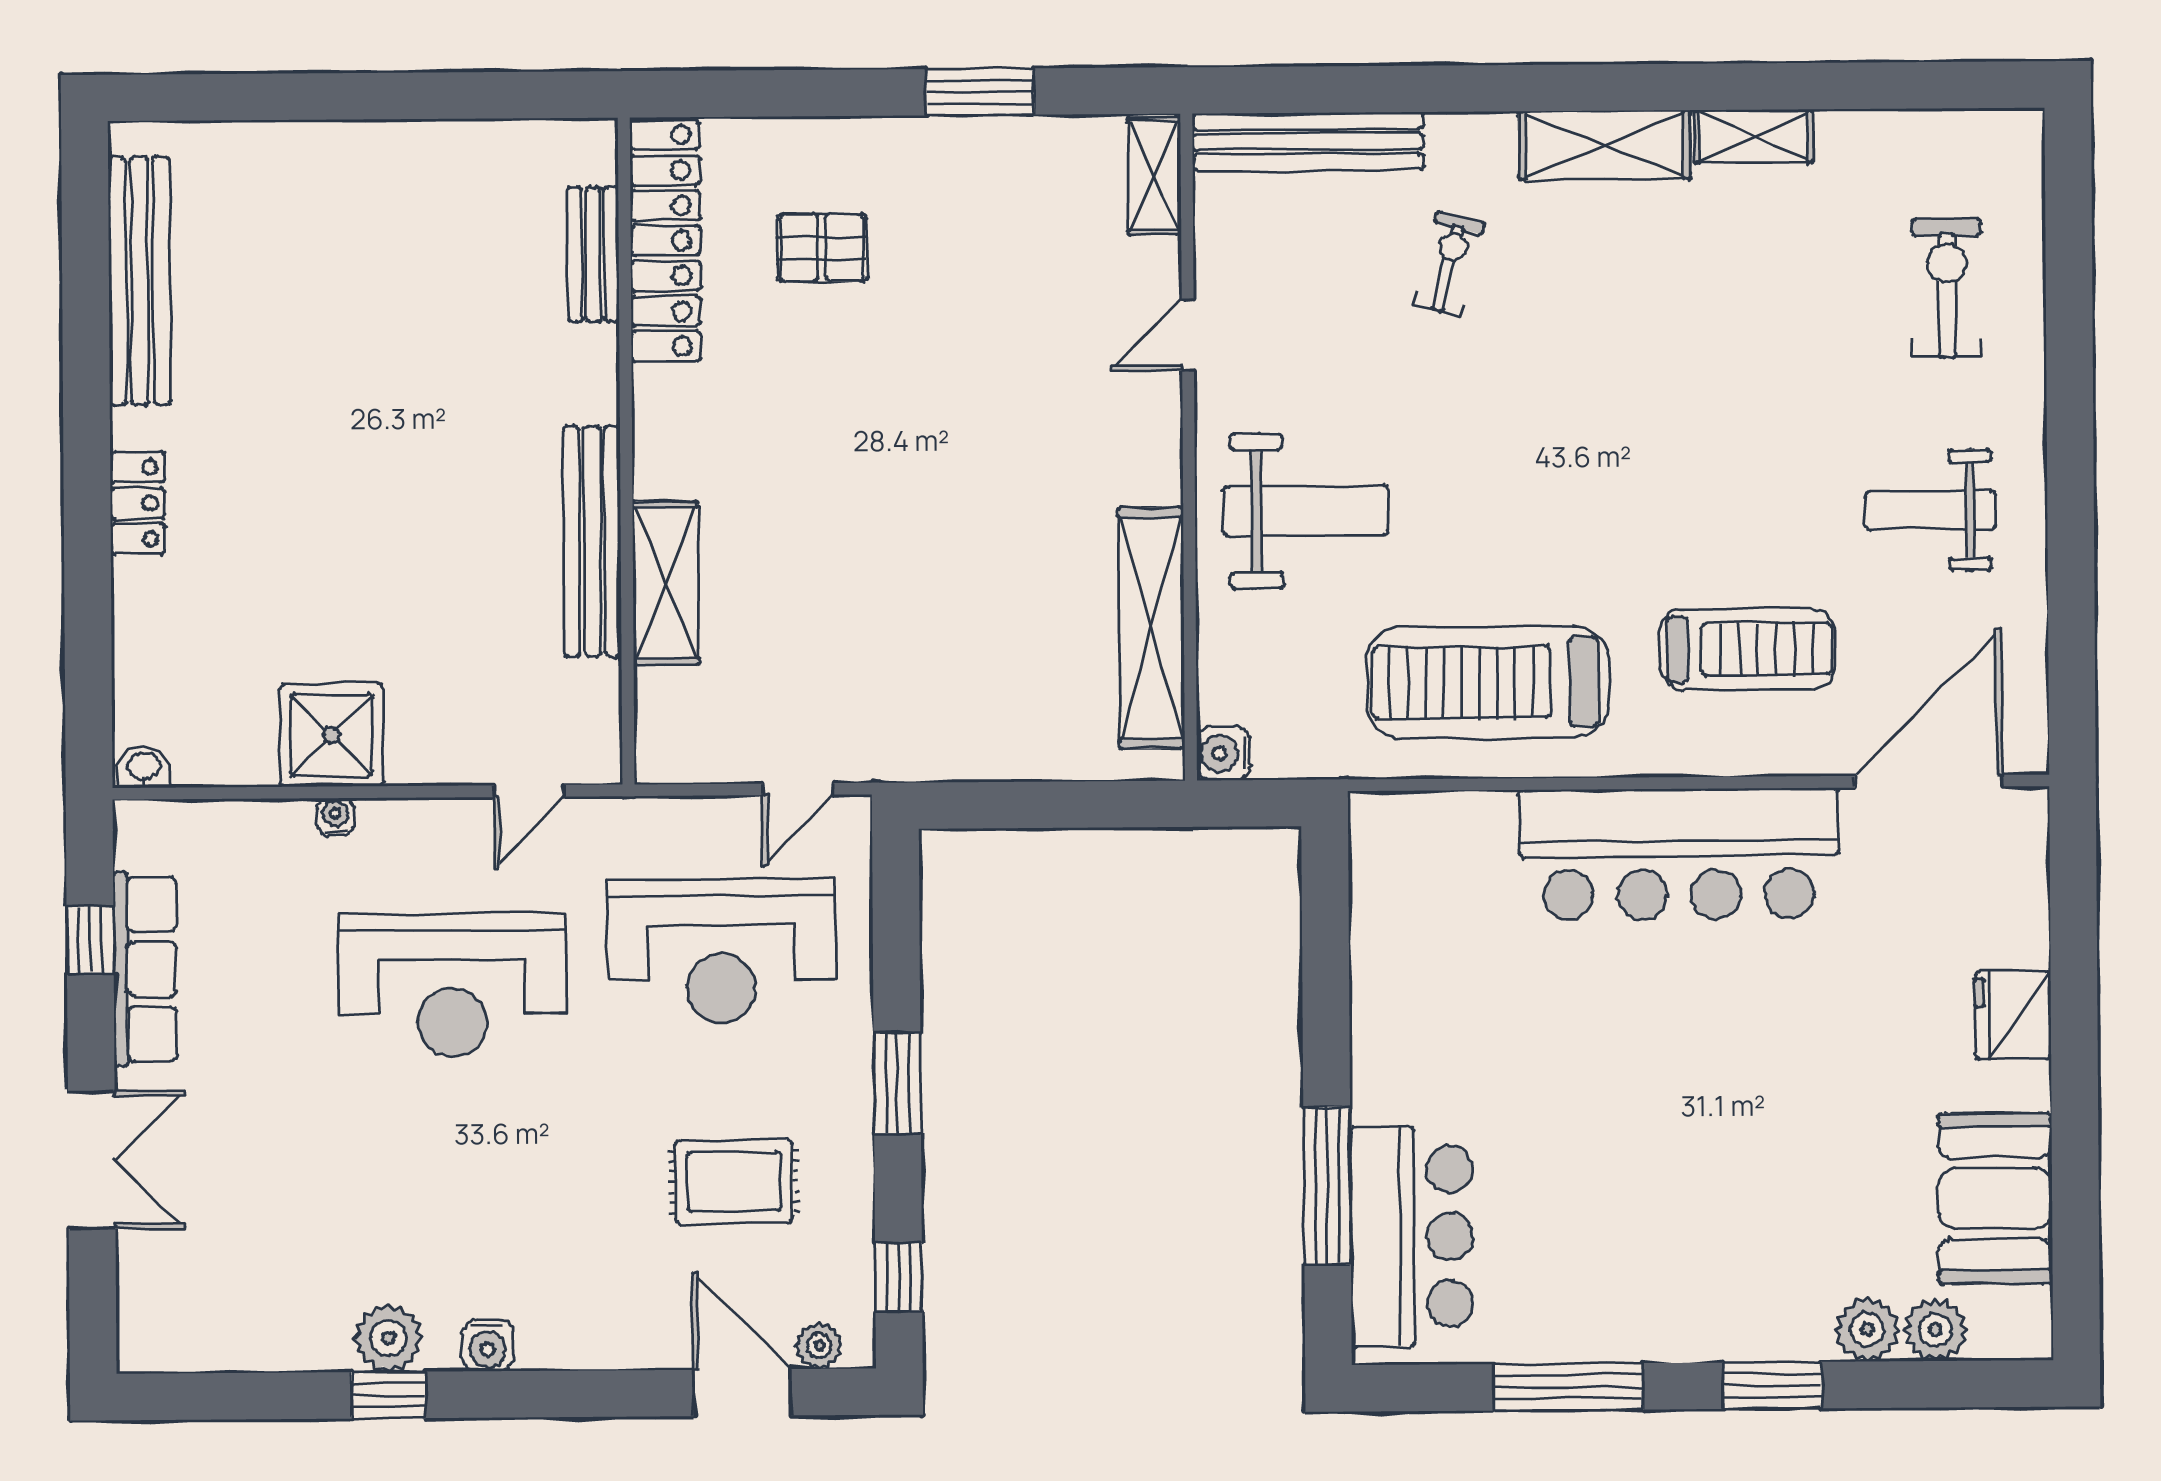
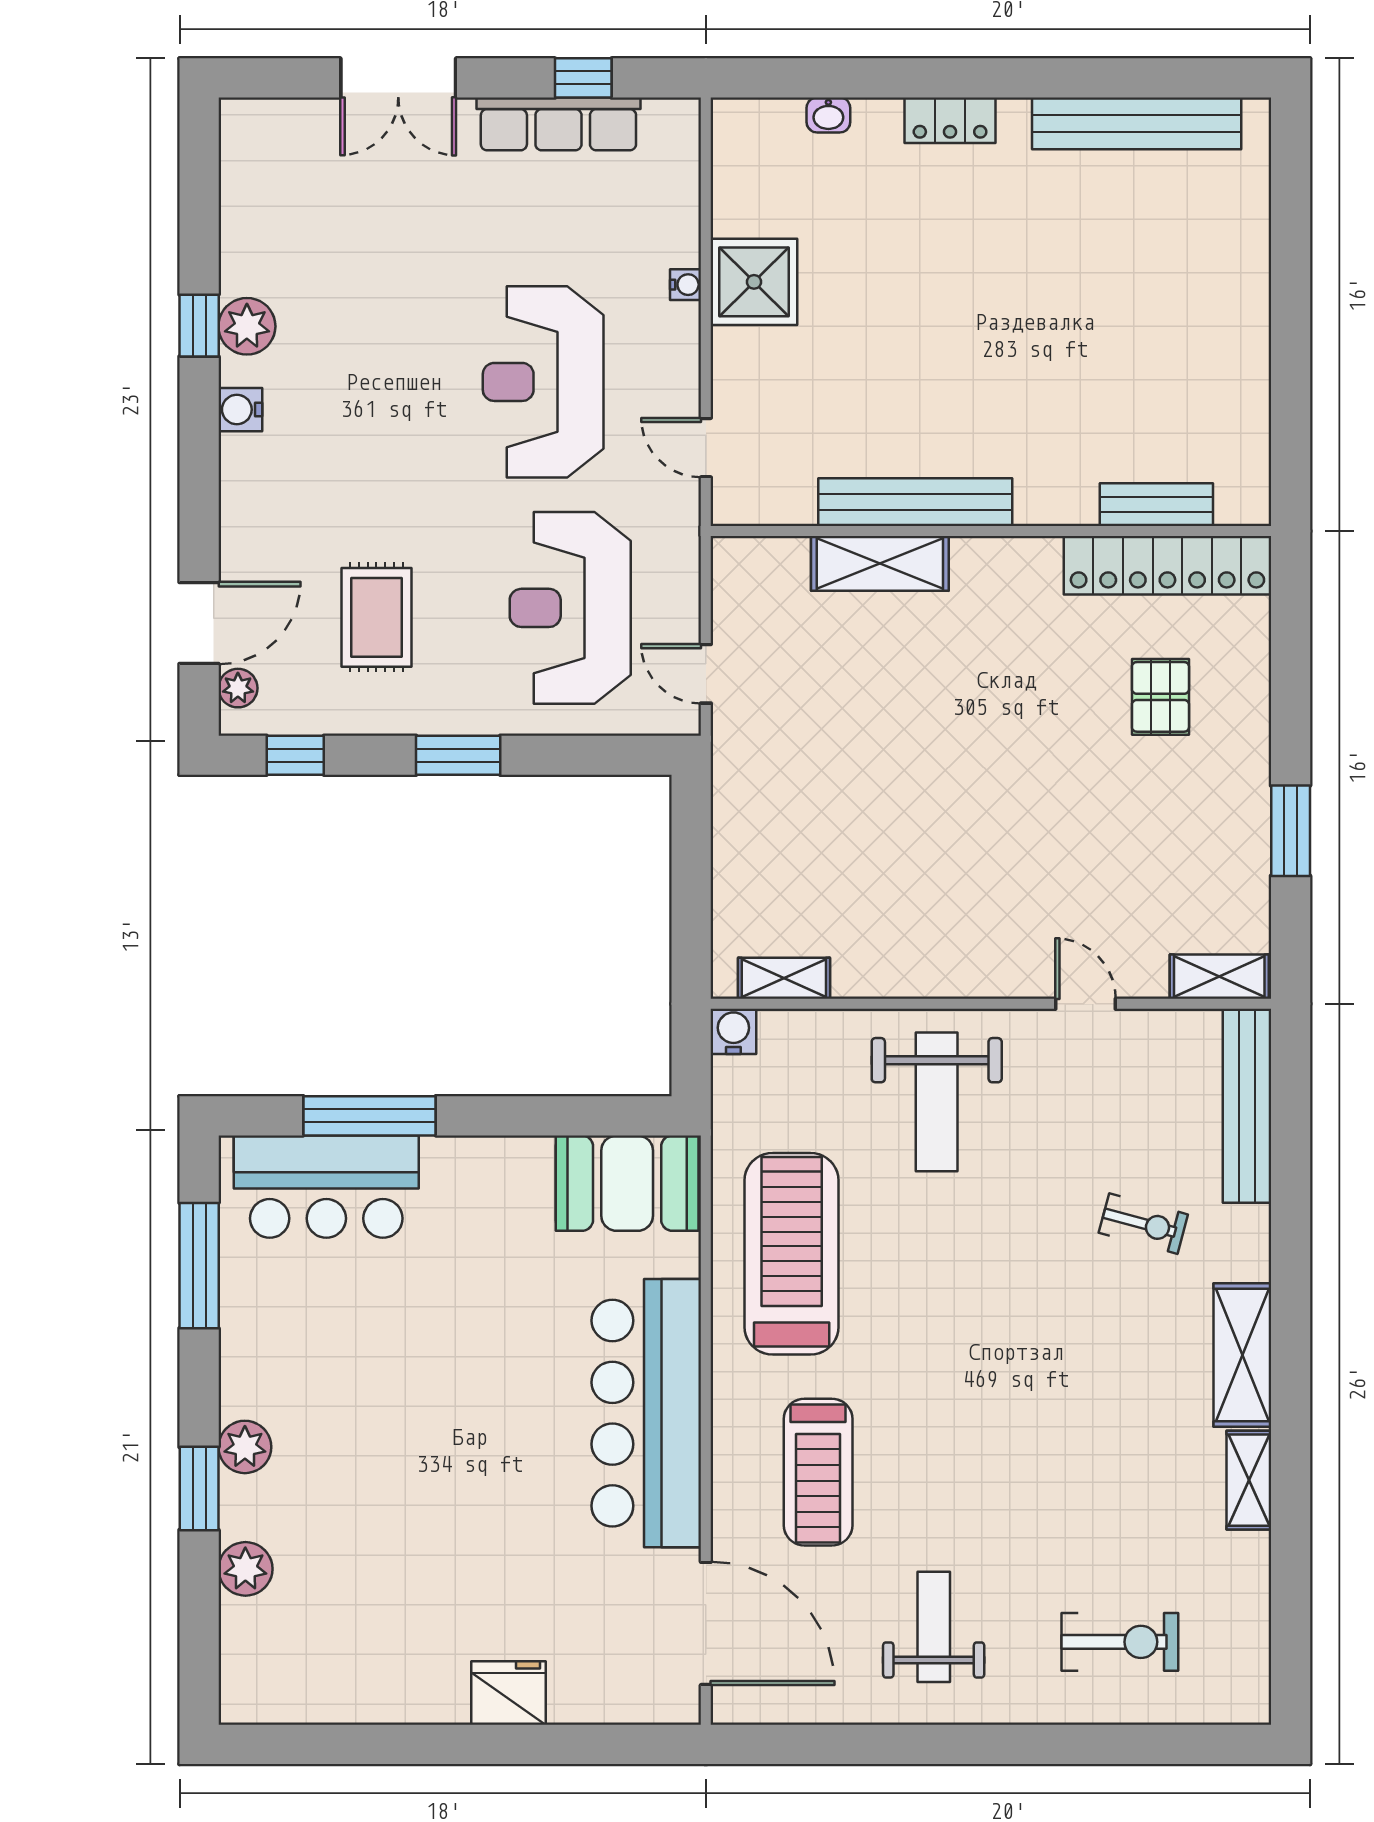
shelving: (1151, 628) -> (784, 978), width x0.45, depth x0.75
washbasin: (144, 767) -> (828, 115), moved, turned 90
booth: (1995, 1198) -> (627, 1183), moved
plant: (1935, 1330) -> (245, 1447), moved
window: (1568, 1387) -> (199, 1266), moved

